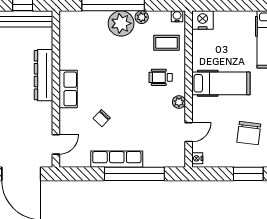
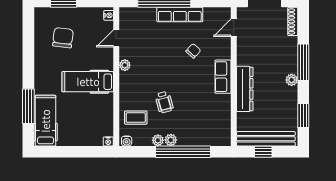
nightstand: (203, 20) -> (108, 141), width x0.53, depth x0.56
plant: (121, 23) -> (171, 140), width x0.53, depth x0.53
wheelchair: (161, 77) -> (164, 102), moved, turned 75

